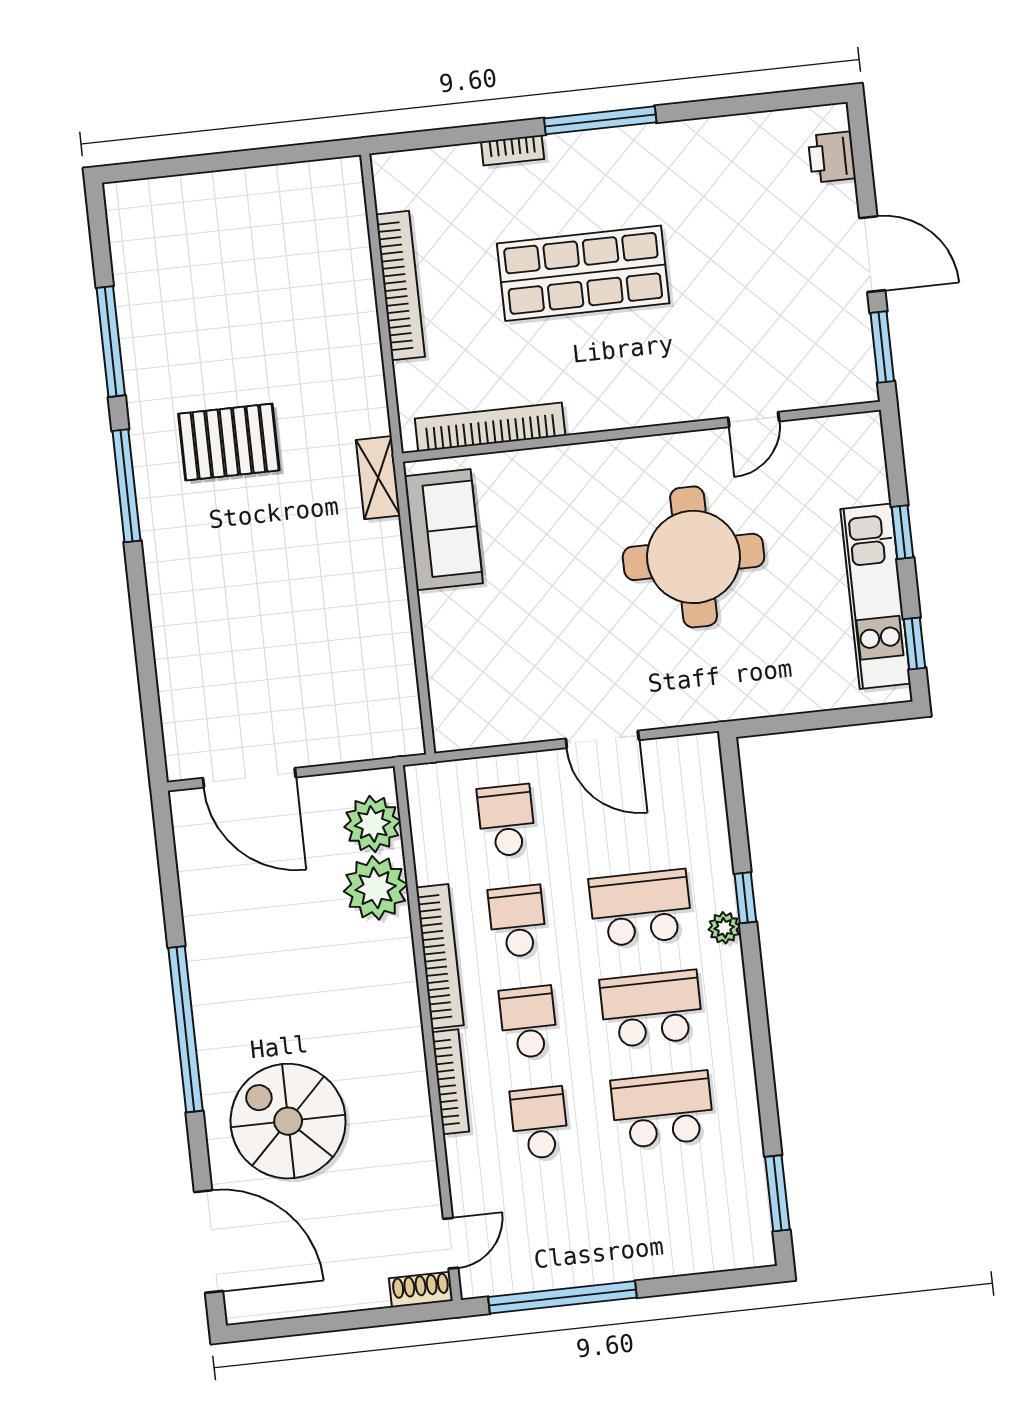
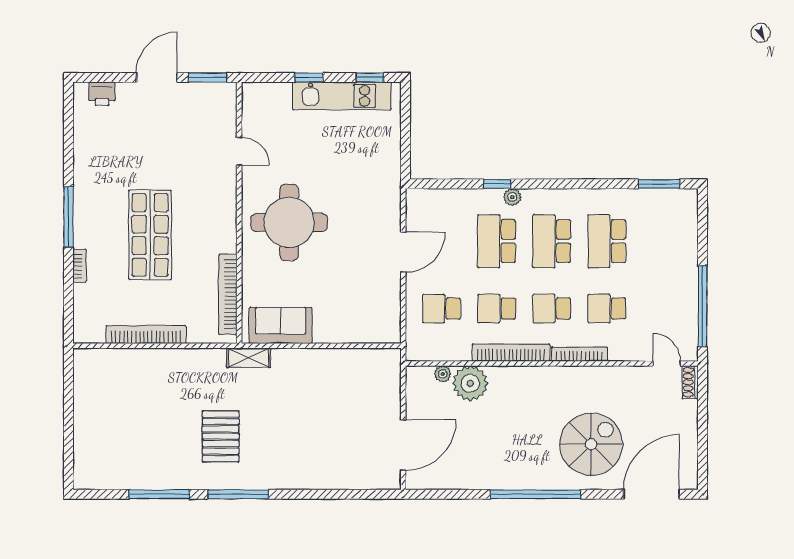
round table: (694, 557) -> (289, 222), moved
plant: (372, 824) -> (443, 374), width x0.53, depth x0.53
spiral stairs: (288, 1121) -> (591, 444), turned 180

